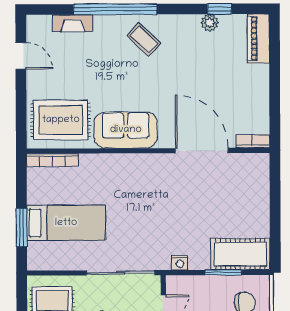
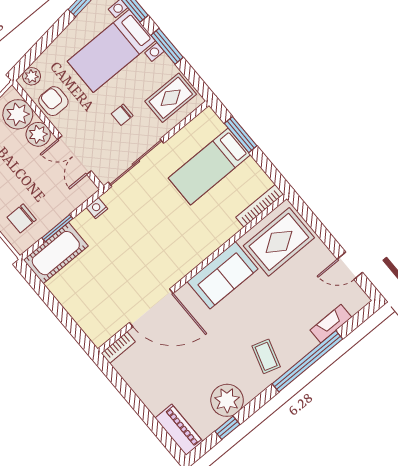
plant: (210, 23) -> (227, 400), width x1.88, depth x1.88
coffee table: (144, 40) -> (266, 356), turned 64

